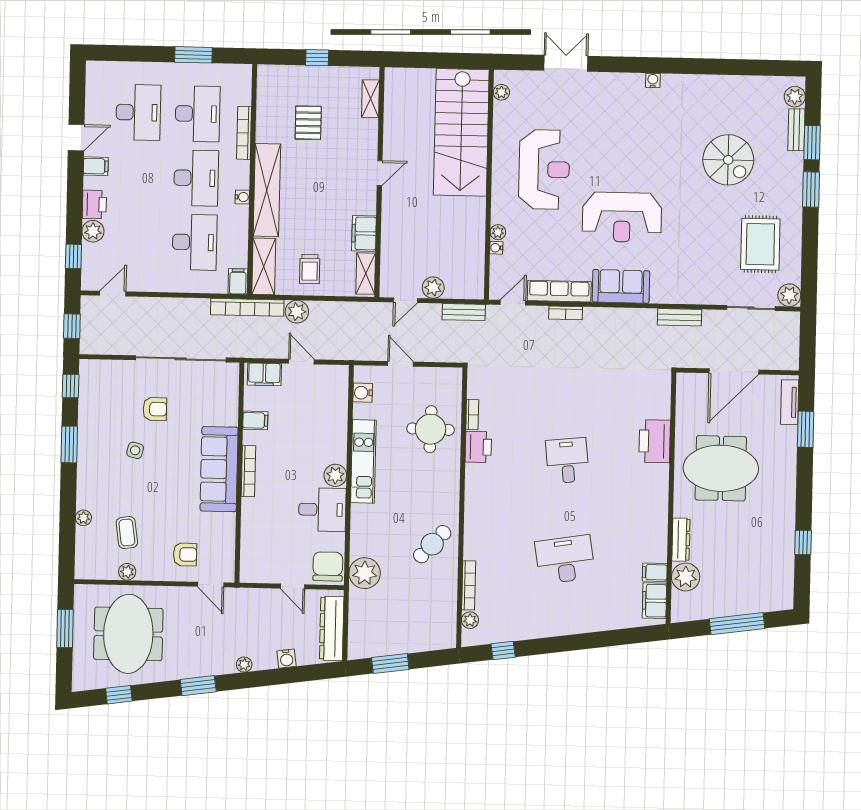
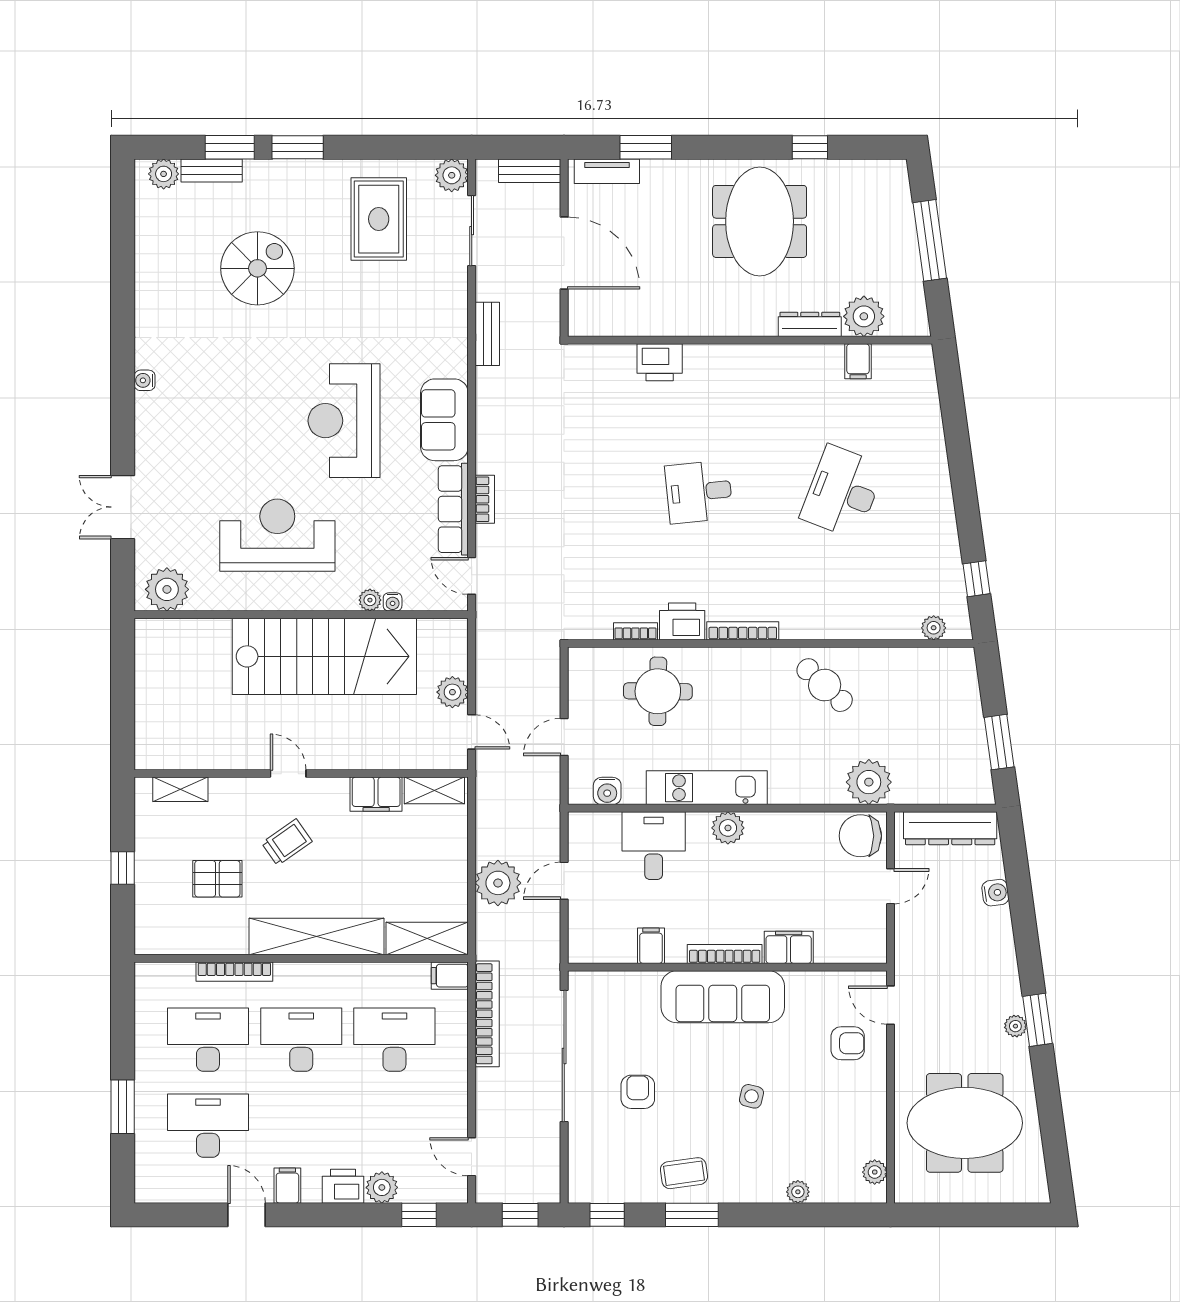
window: (193, 55) -> (123, 1107), moved
plant: (501, 92) -> (167, 589), width x1.88, depth x1.88
stairs: (461, 132) -> (324, 656), moved
water cooler: (242, 197) -> (327, 972), removed
reception desk: (622, 217) -> (344, 421), turned 180
rug: (760, 244) -> (379, 219), turned 90
trolley: (310, 269) -> (287, 842), moved, turned -35
bookcase: (247, 307) -> (487, 1014), moved
plant: (297, 312) -> (498, 883), width x1.36, depth x1.36
bench: (464, 312) -> (530, 171), moved, turned 90
filing cabinet: (264, 374) -> (789, 947), moved, turned -90
printer: (655, 441) -> (660, 362), width x0.73, depth x0.84
side table: (135, 450) -> (752, 1096), moved
meeting table: (721, 468) -> (760, 221), moved
desk: (322, 510) -> (654, 846), moved
coffee table: (127, 533) -> (684, 1173), moved
armchair: (185, 554) -> (848, 1043), turned 90
desk: (565, 559) -> (842, 492), turned 30
plant: (127, 572) -> (875, 1172), moved
door: (211, 585) -> (890, 1005), swing flipped
bookcase: (469, 585) -> (743, 631), moved
filing cabinet: (654, 601) -> (899, 361), removed
window: (65, 628) -> (959, 1215), removed
plant: (244, 665) -> (1015, 1026), moved
window: (119, 695) -> (1053, 1135), removed

